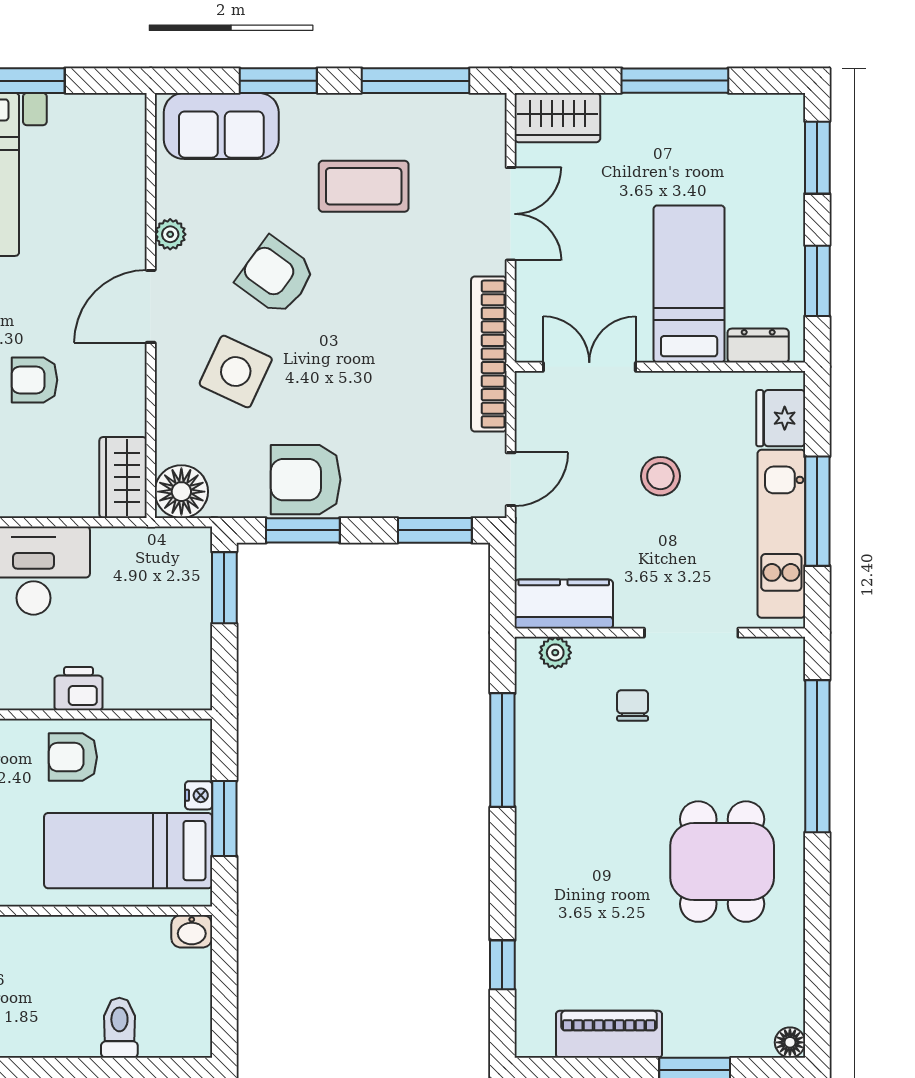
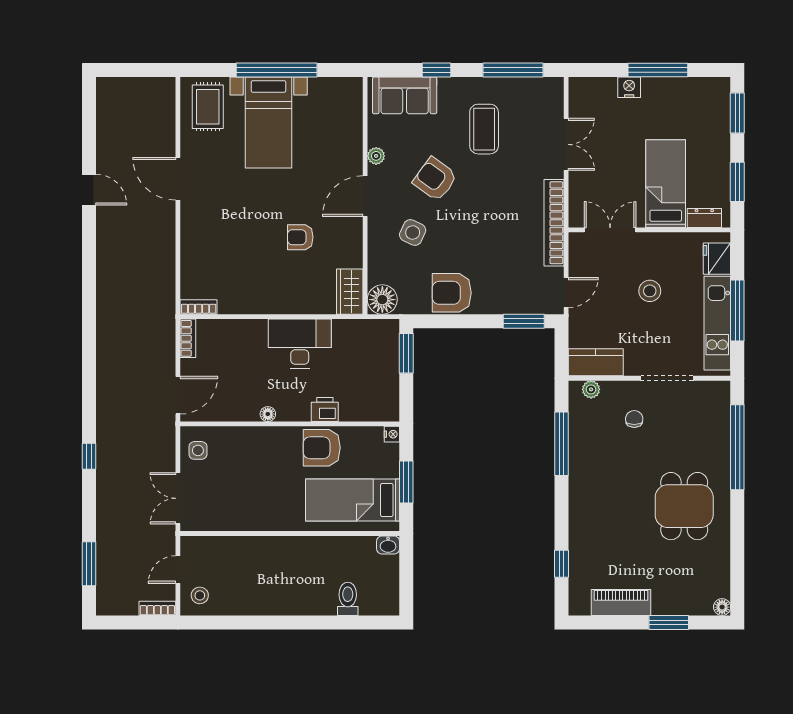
window: (278, 81) -> (436, 70), width x0.67
nightstand: (623, 111) -> (629, 87), added
wardrobe: (557, 118) -> (592, 91), removed
coffee table: (364, 186) -> (484, 129), turned 90
side table: (236, 372) -> (413, 232), width x0.73, depth x0.73
window: (303, 530) -> (450, 321), removed
armchair: (73, 757) -> (322, 448), width x1.38, depth x1.38
nightstand: (199, 795) -> (392, 434), moved

